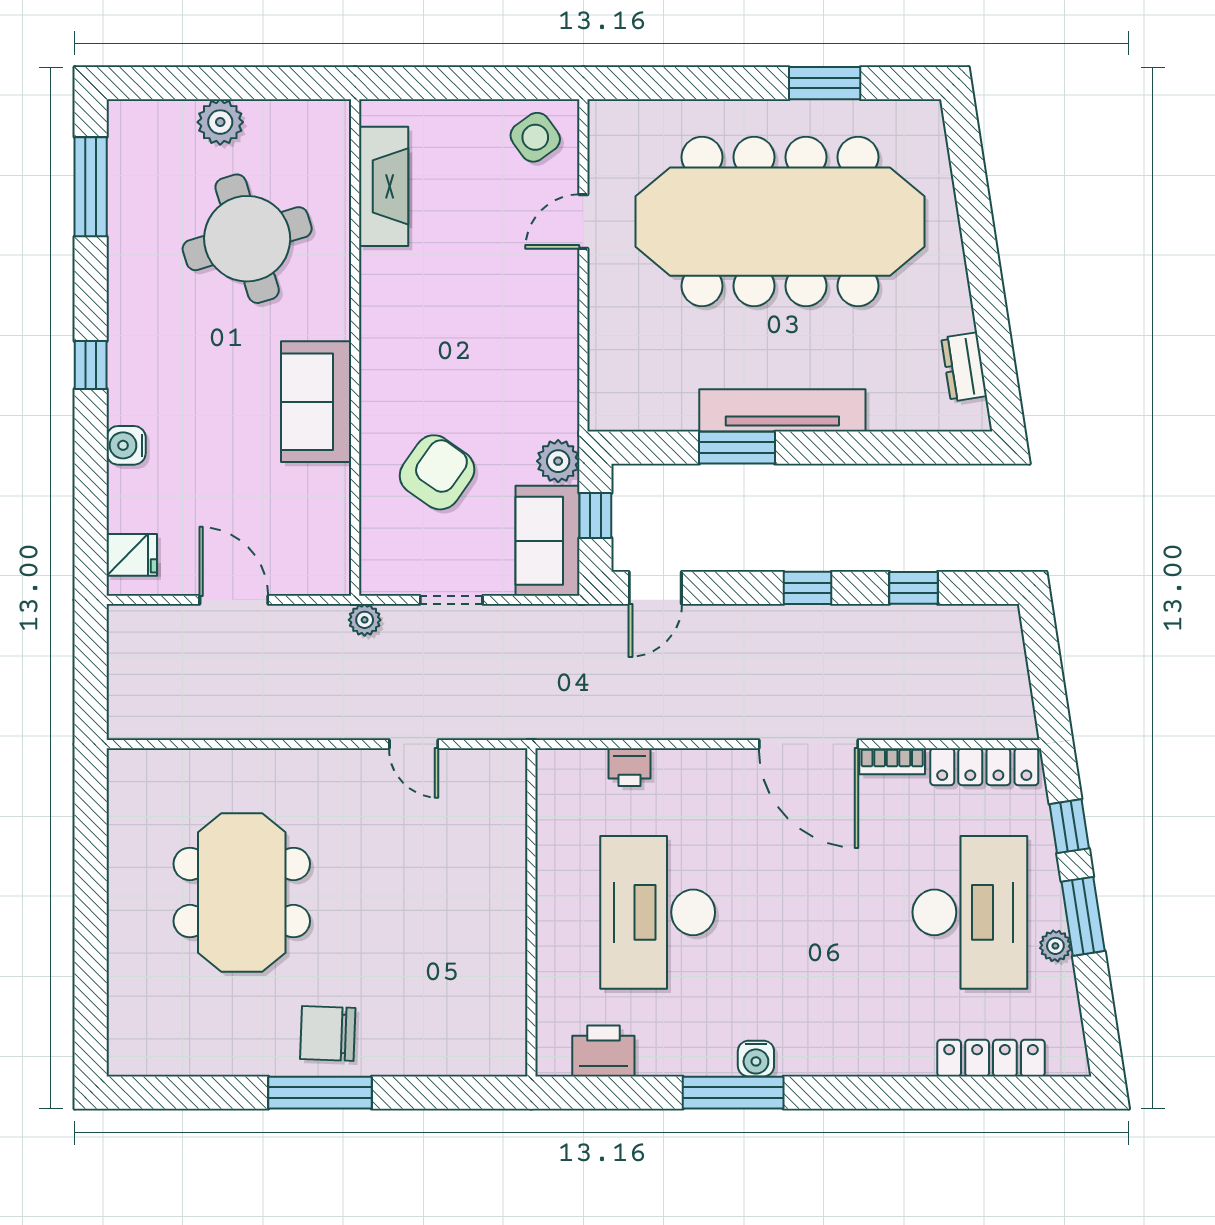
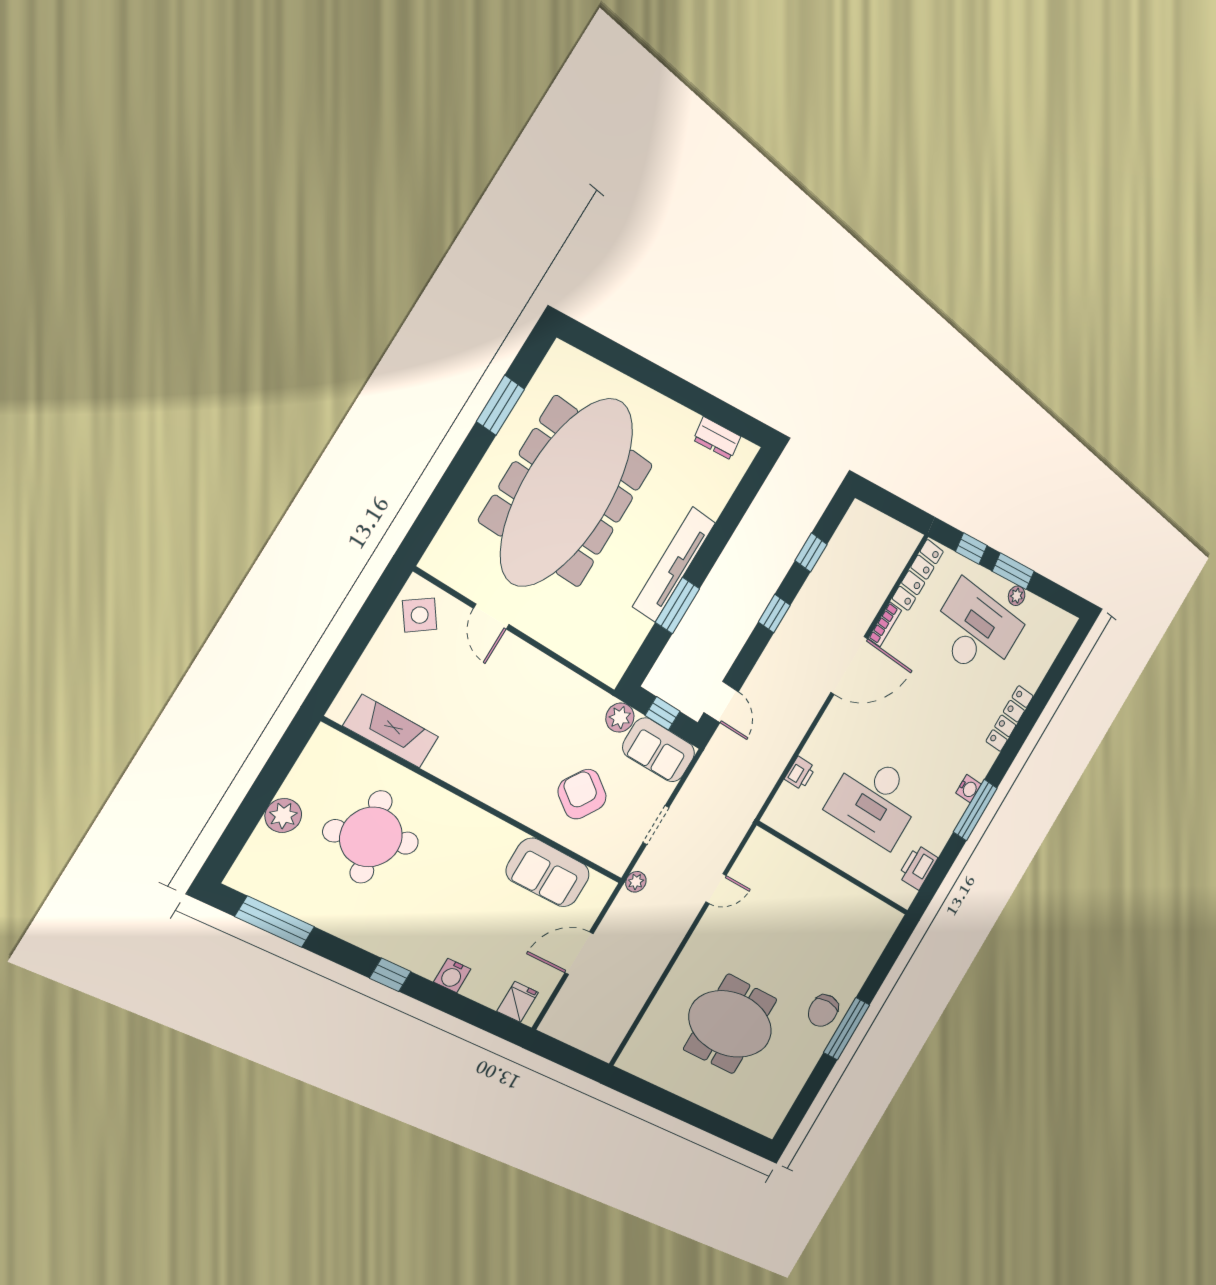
sofa: (316, 402) -> (548, 873), moved
locker: (991, 1058) -> (1010, 719), moved

